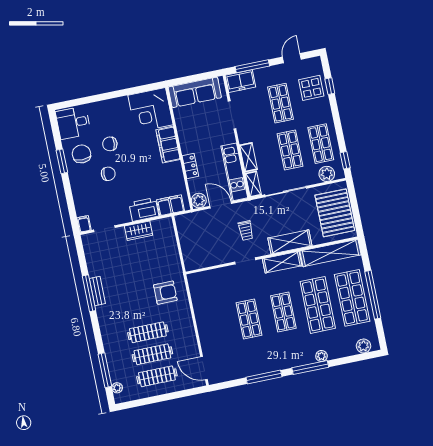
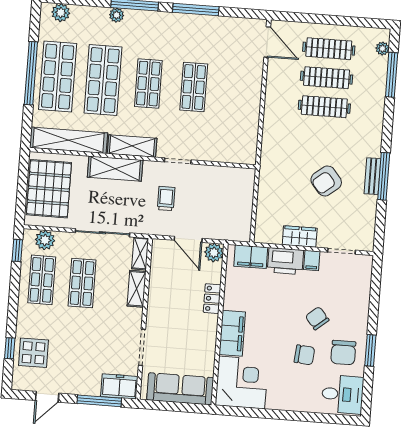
shop shelf: (280, 103) -> (77, 345), removed
kitchen unit: (234, 172) -> (159, 275), removed
chair: (108, 174) -> (317, 318), turned 50
filing cabinet: (84, 224) -> (312, 260), moved
armchair: (165, 293) -> (326, 181), moved, turned -39

